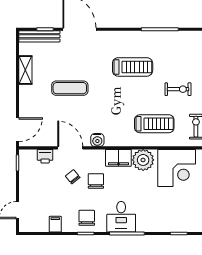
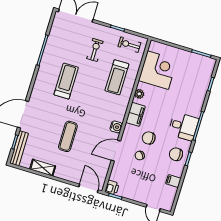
treadmill: (154, 124) -> (117, 77), turned 180
printer: (45, 156) -> (112, 188), moved
plant: (143, 160) -> (139, 94), width x0.53, depth x0.53

